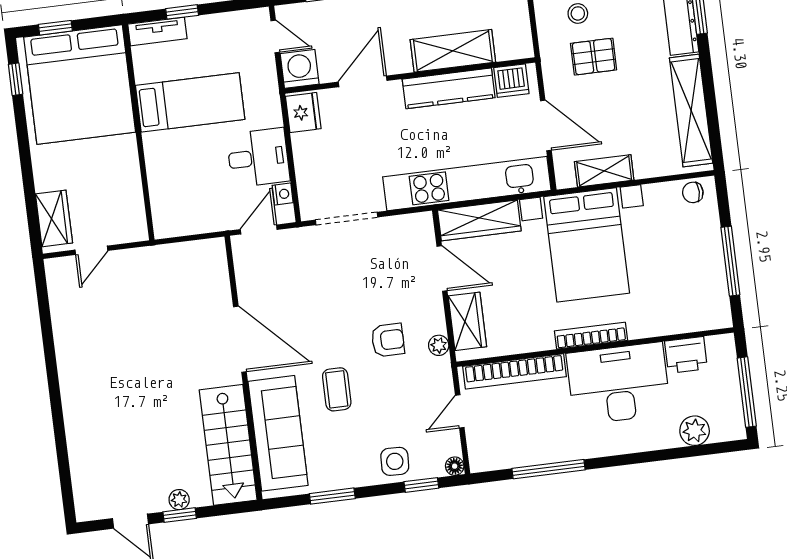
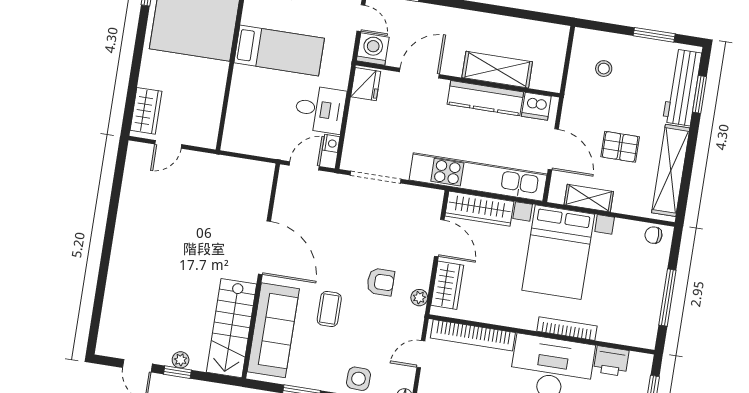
pallet: (594, 57) -> (620, 147), moved
bookcase: (591, 336) -> (567, 329), moved

